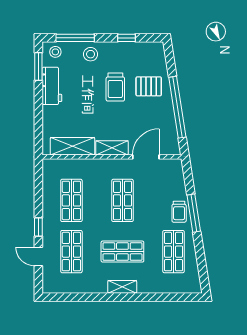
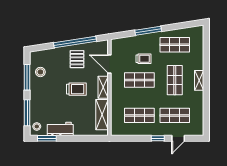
window: (127, 38) -> (27, 77), width x2.17
stool: (91, 54) -> (40, 72), moved
pallet: (149, 86) -> (77, 59), moved
trolley: (115, 87) -> (76, 89), moved
trolley: (179, 212) -> (144, 59), moved

